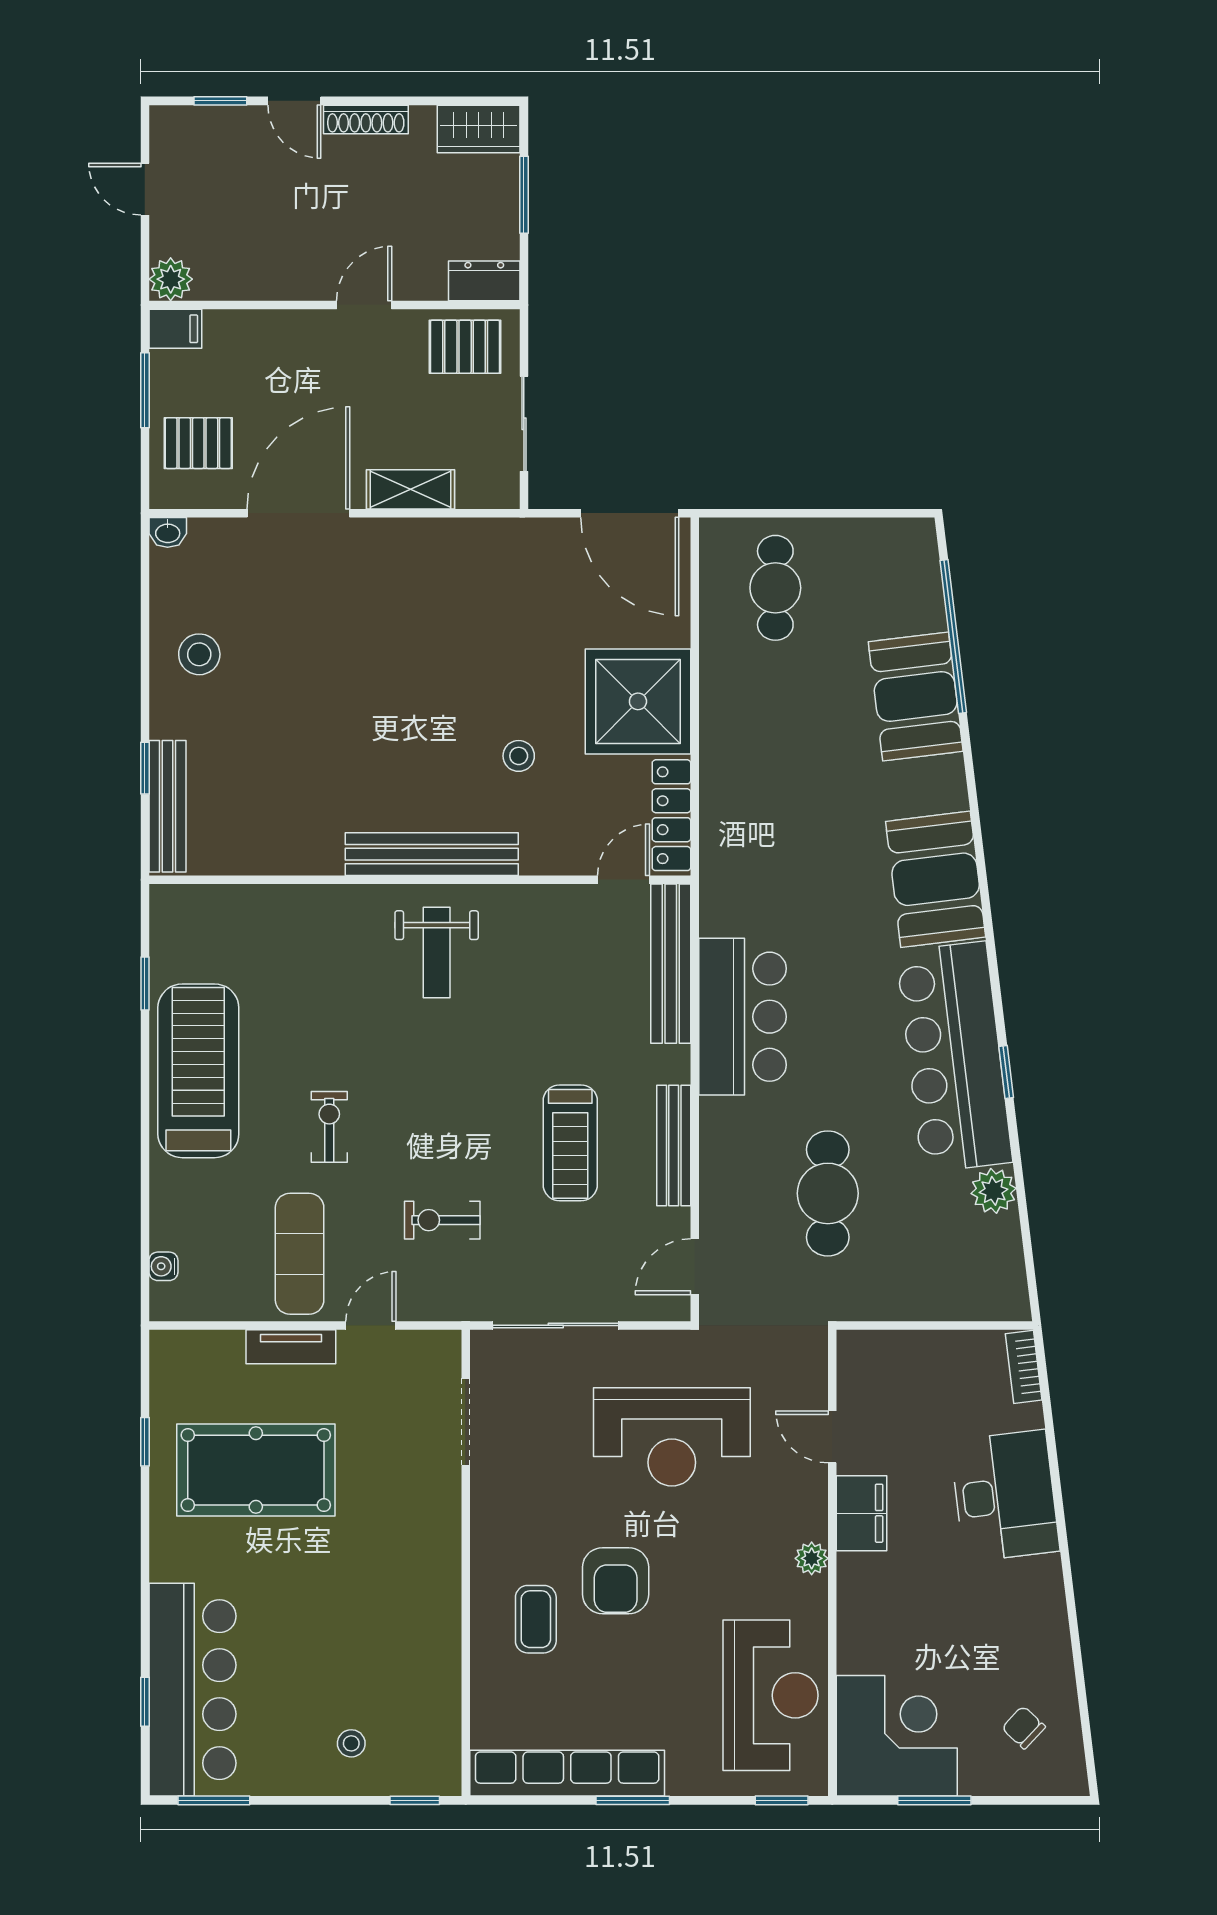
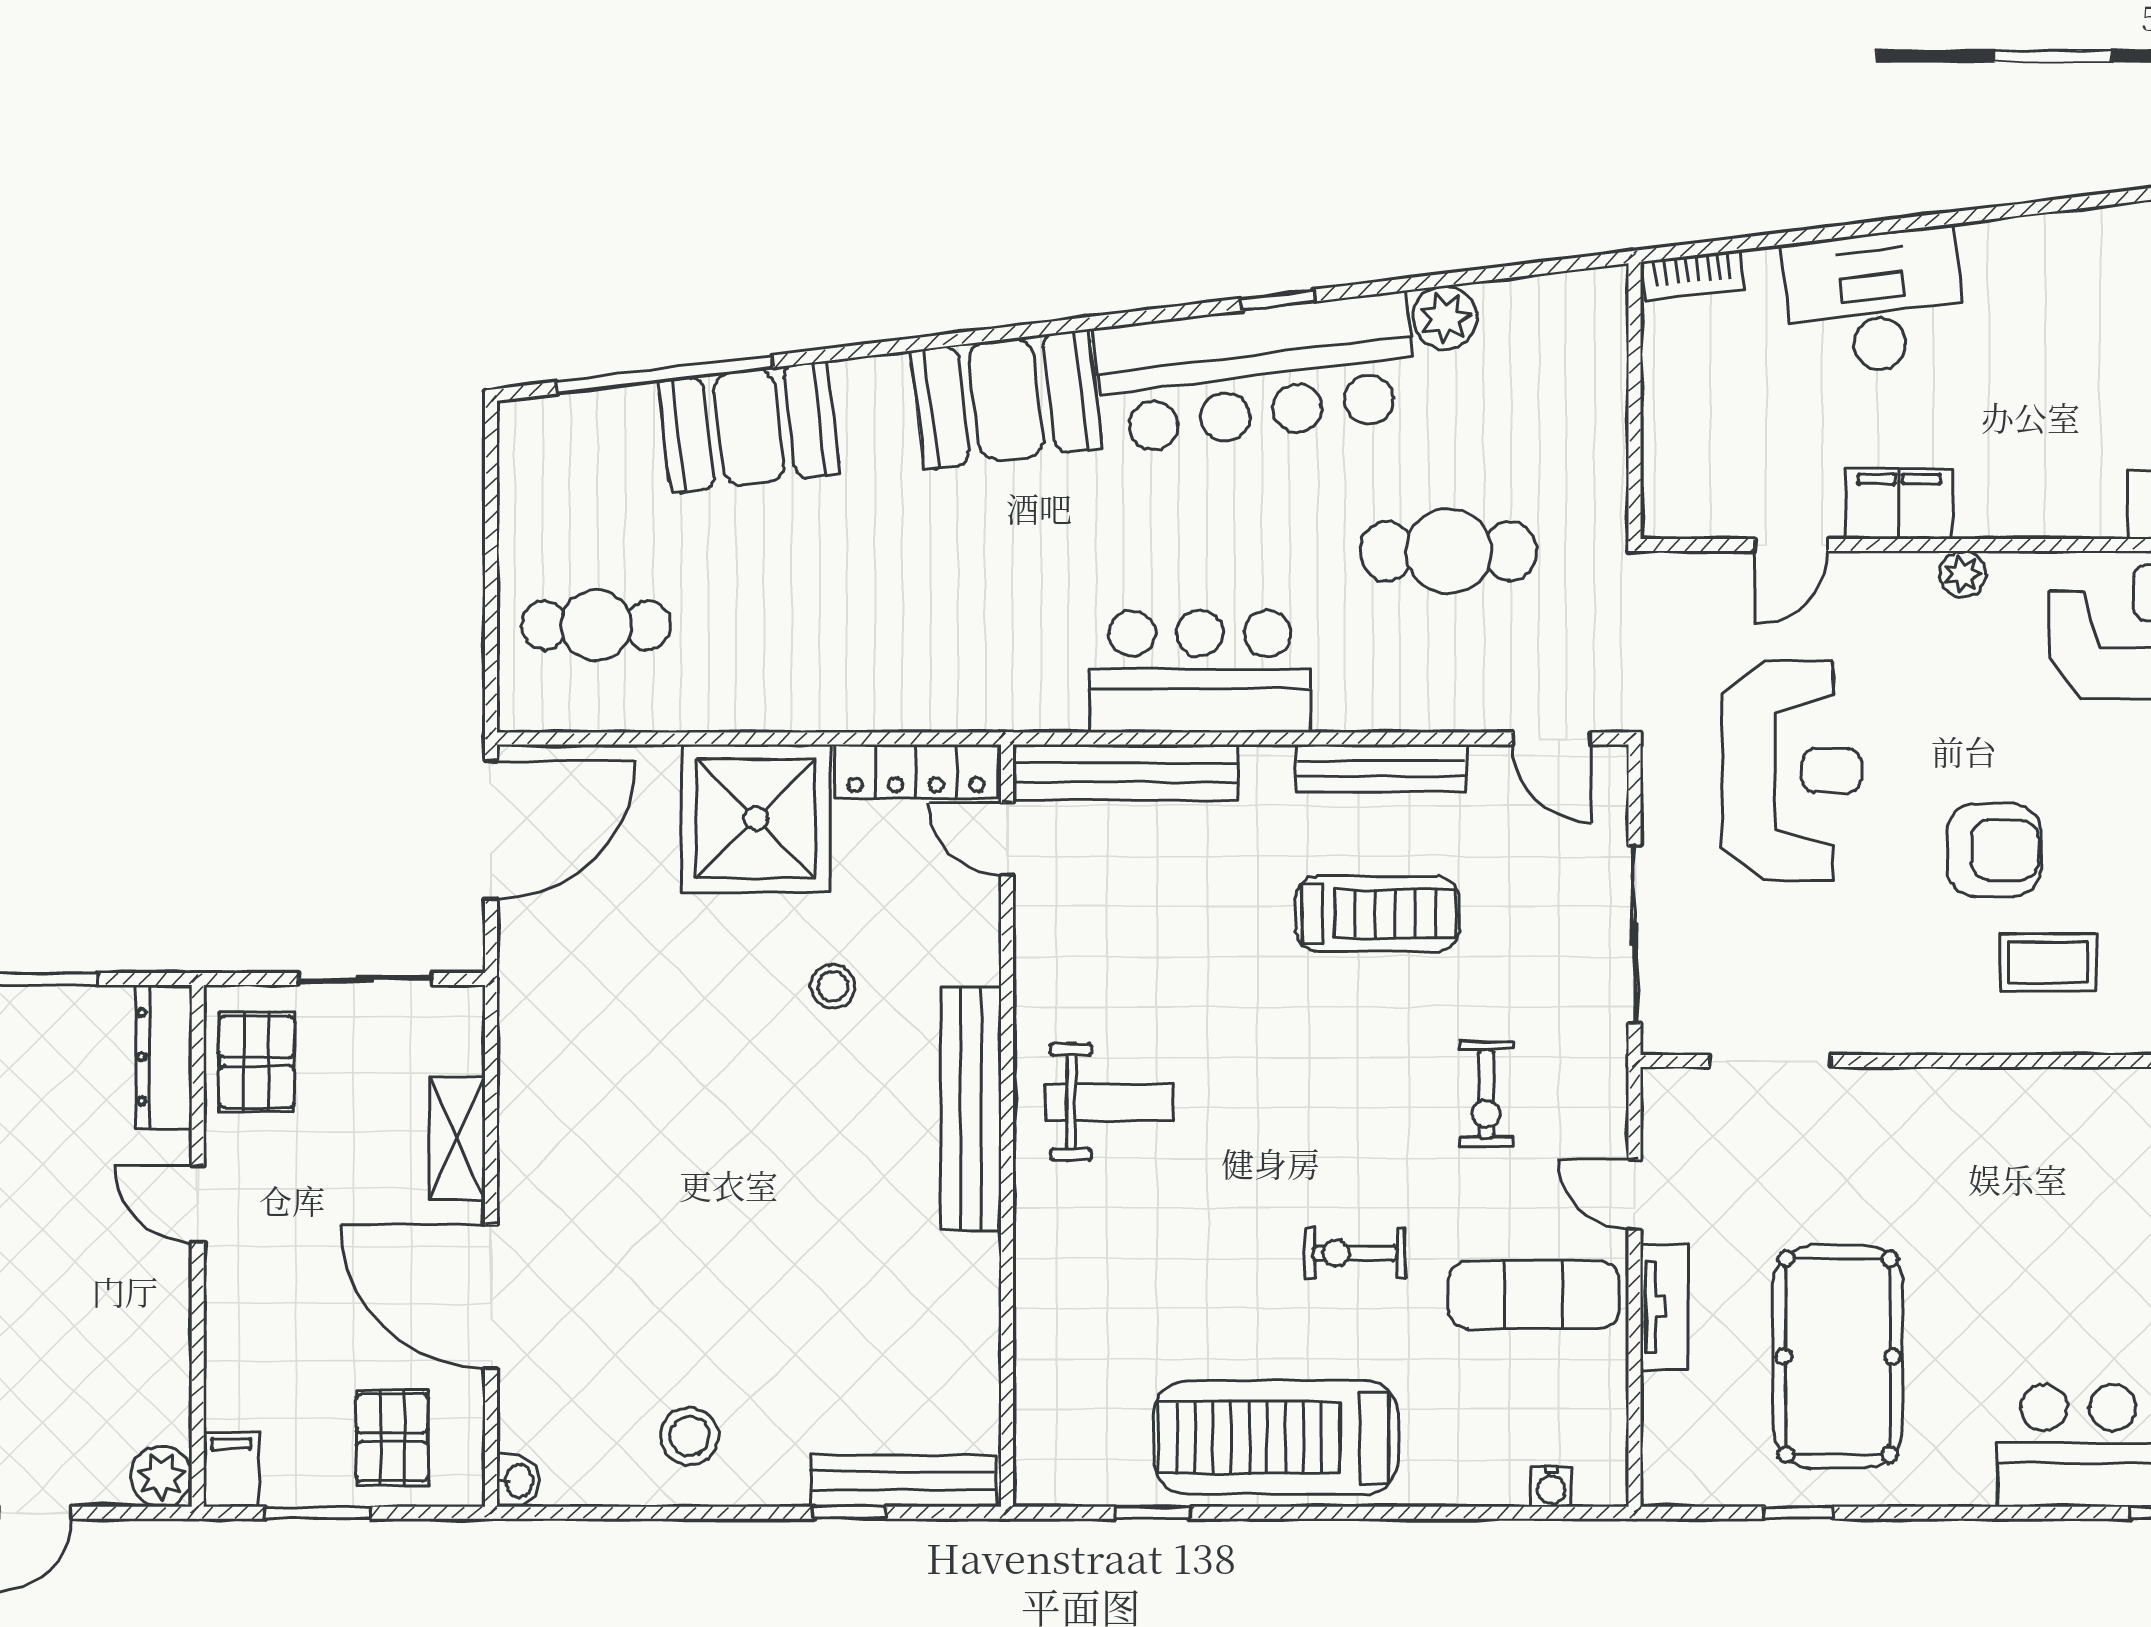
dresser: (484, 281) -> (164, 1057), width x1.44

